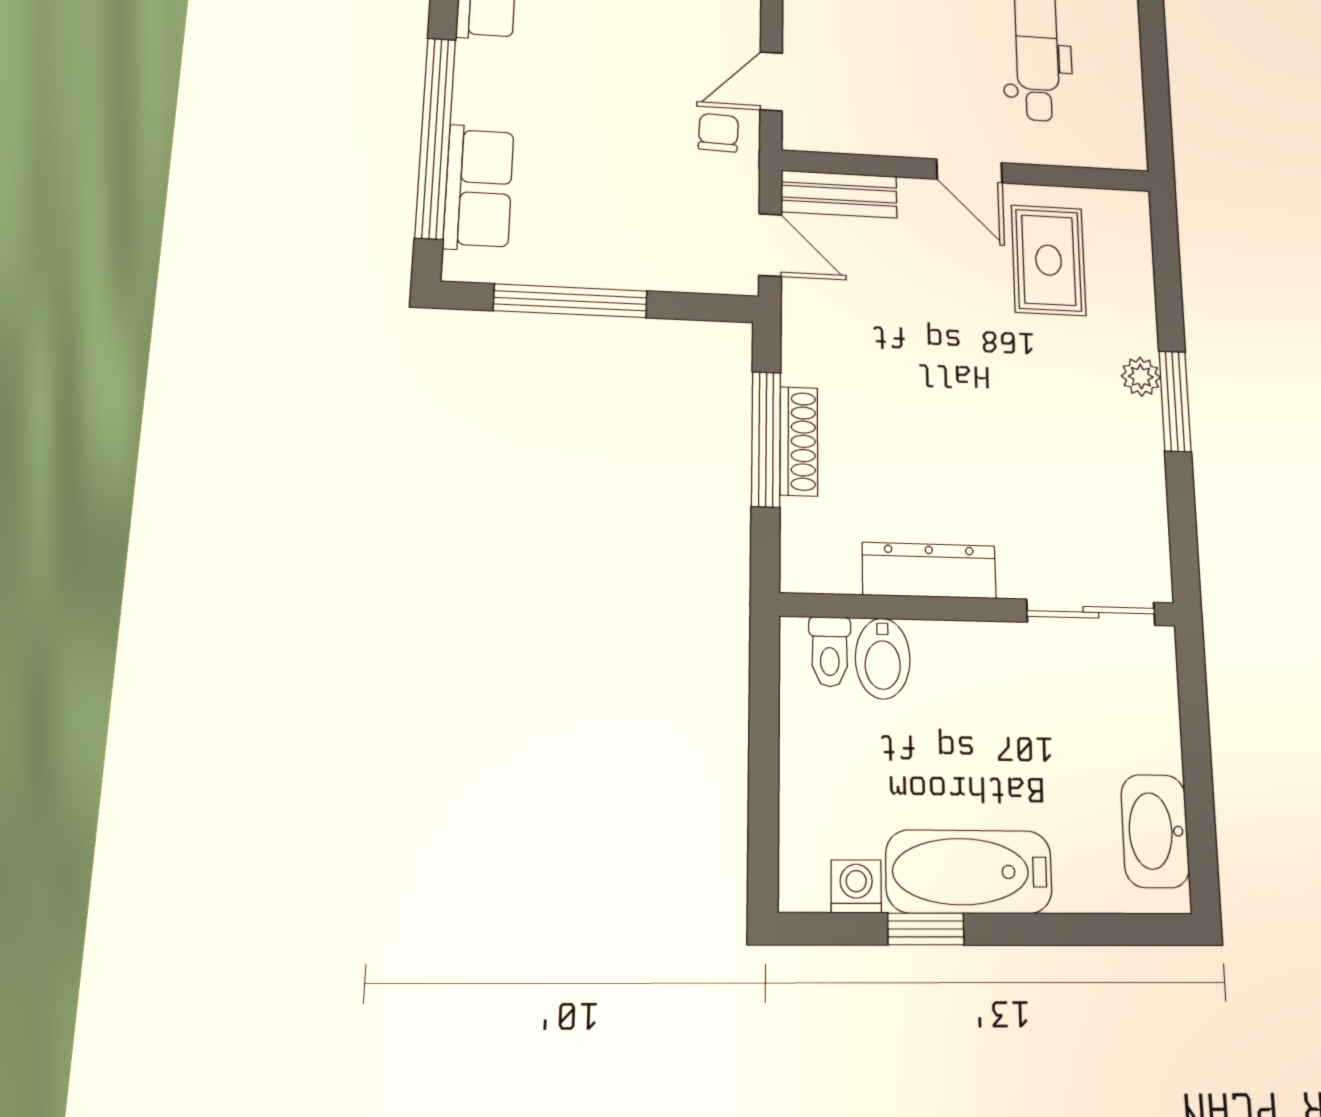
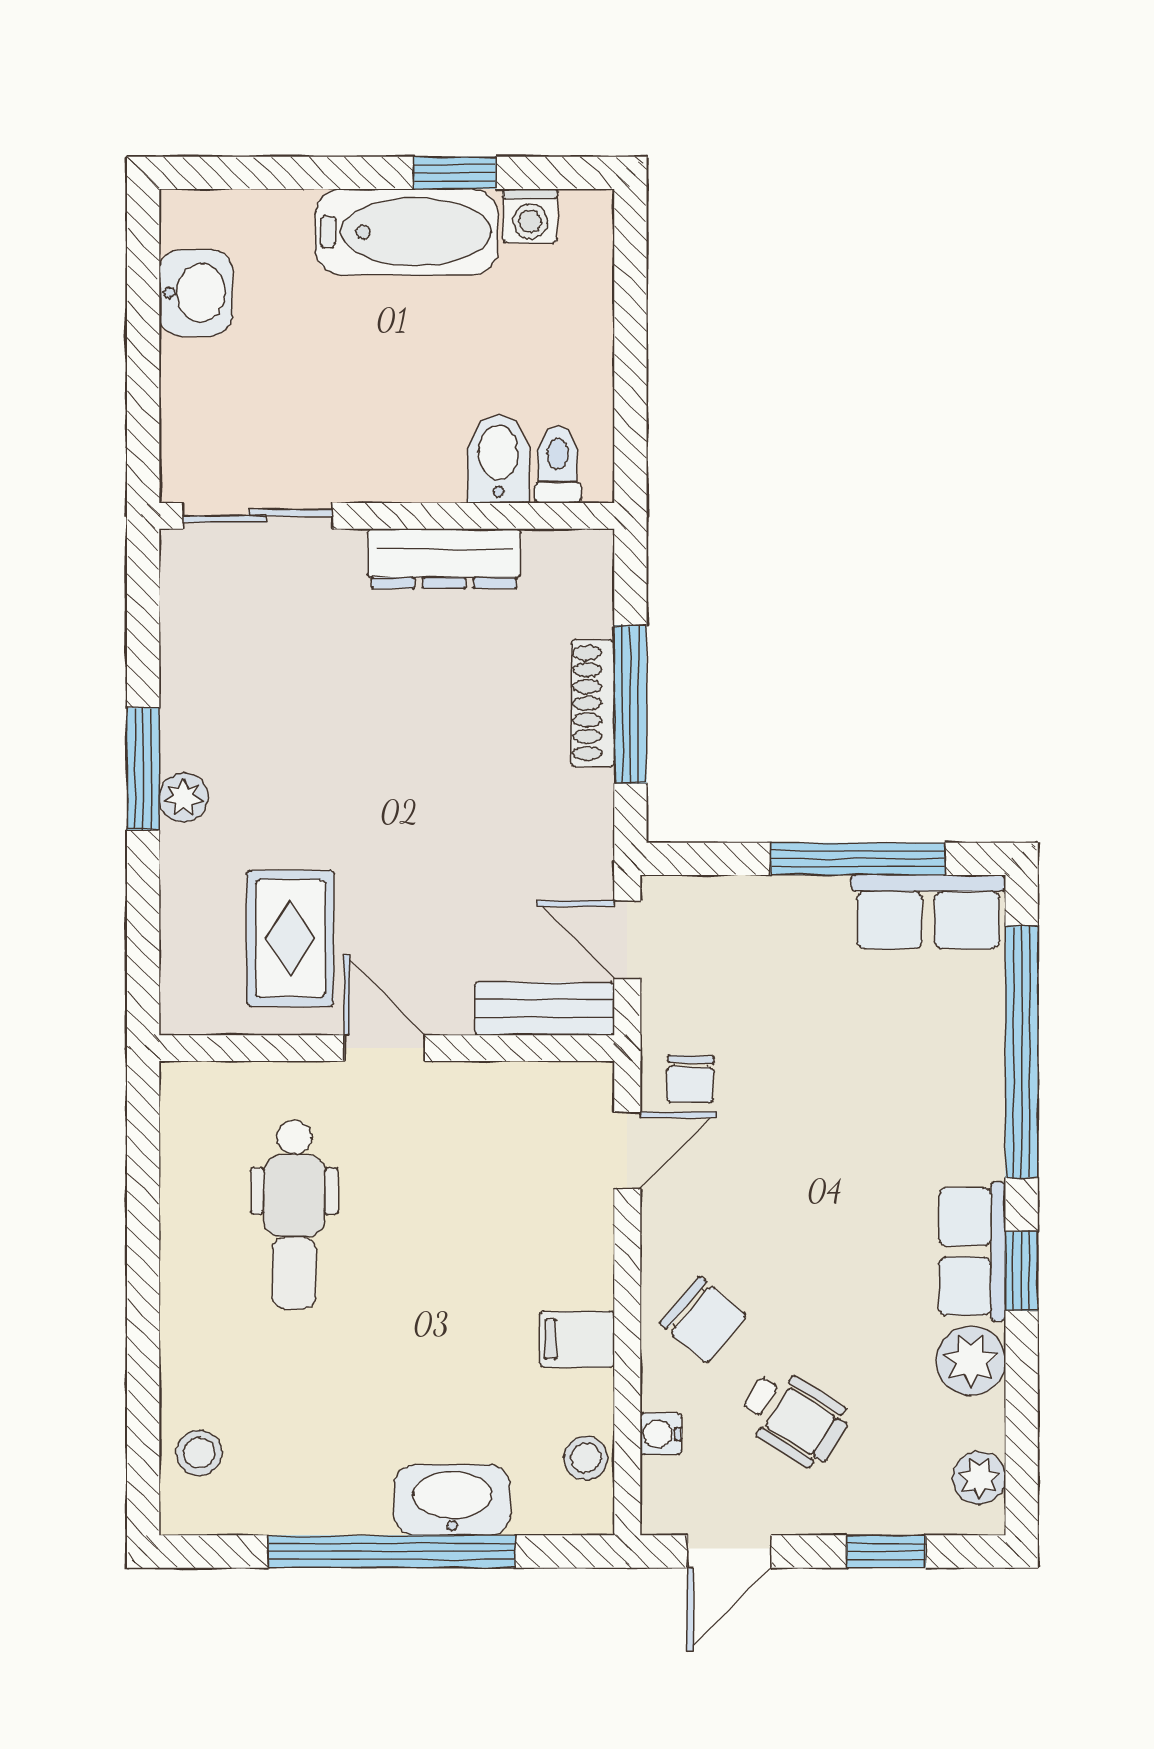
row of seats: (479, 188) -> (928, 912), moved, turned -90
washbasin: (1155, 831) -> (196, 293), width x0.72

